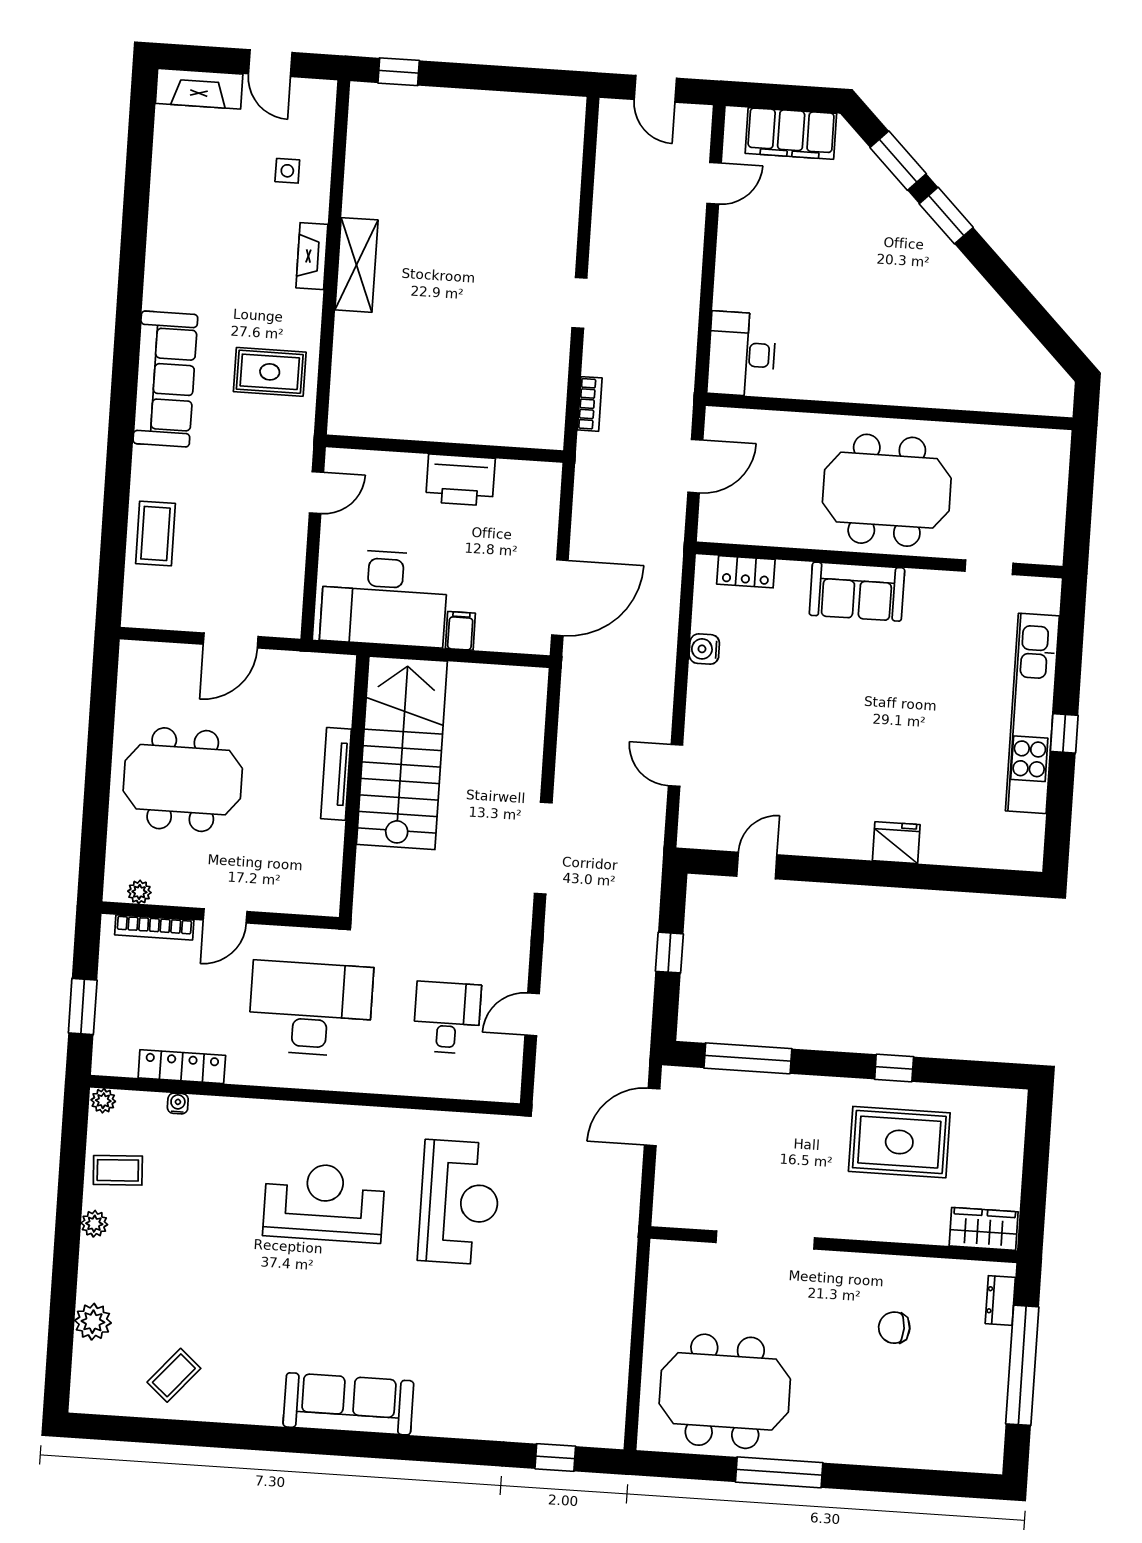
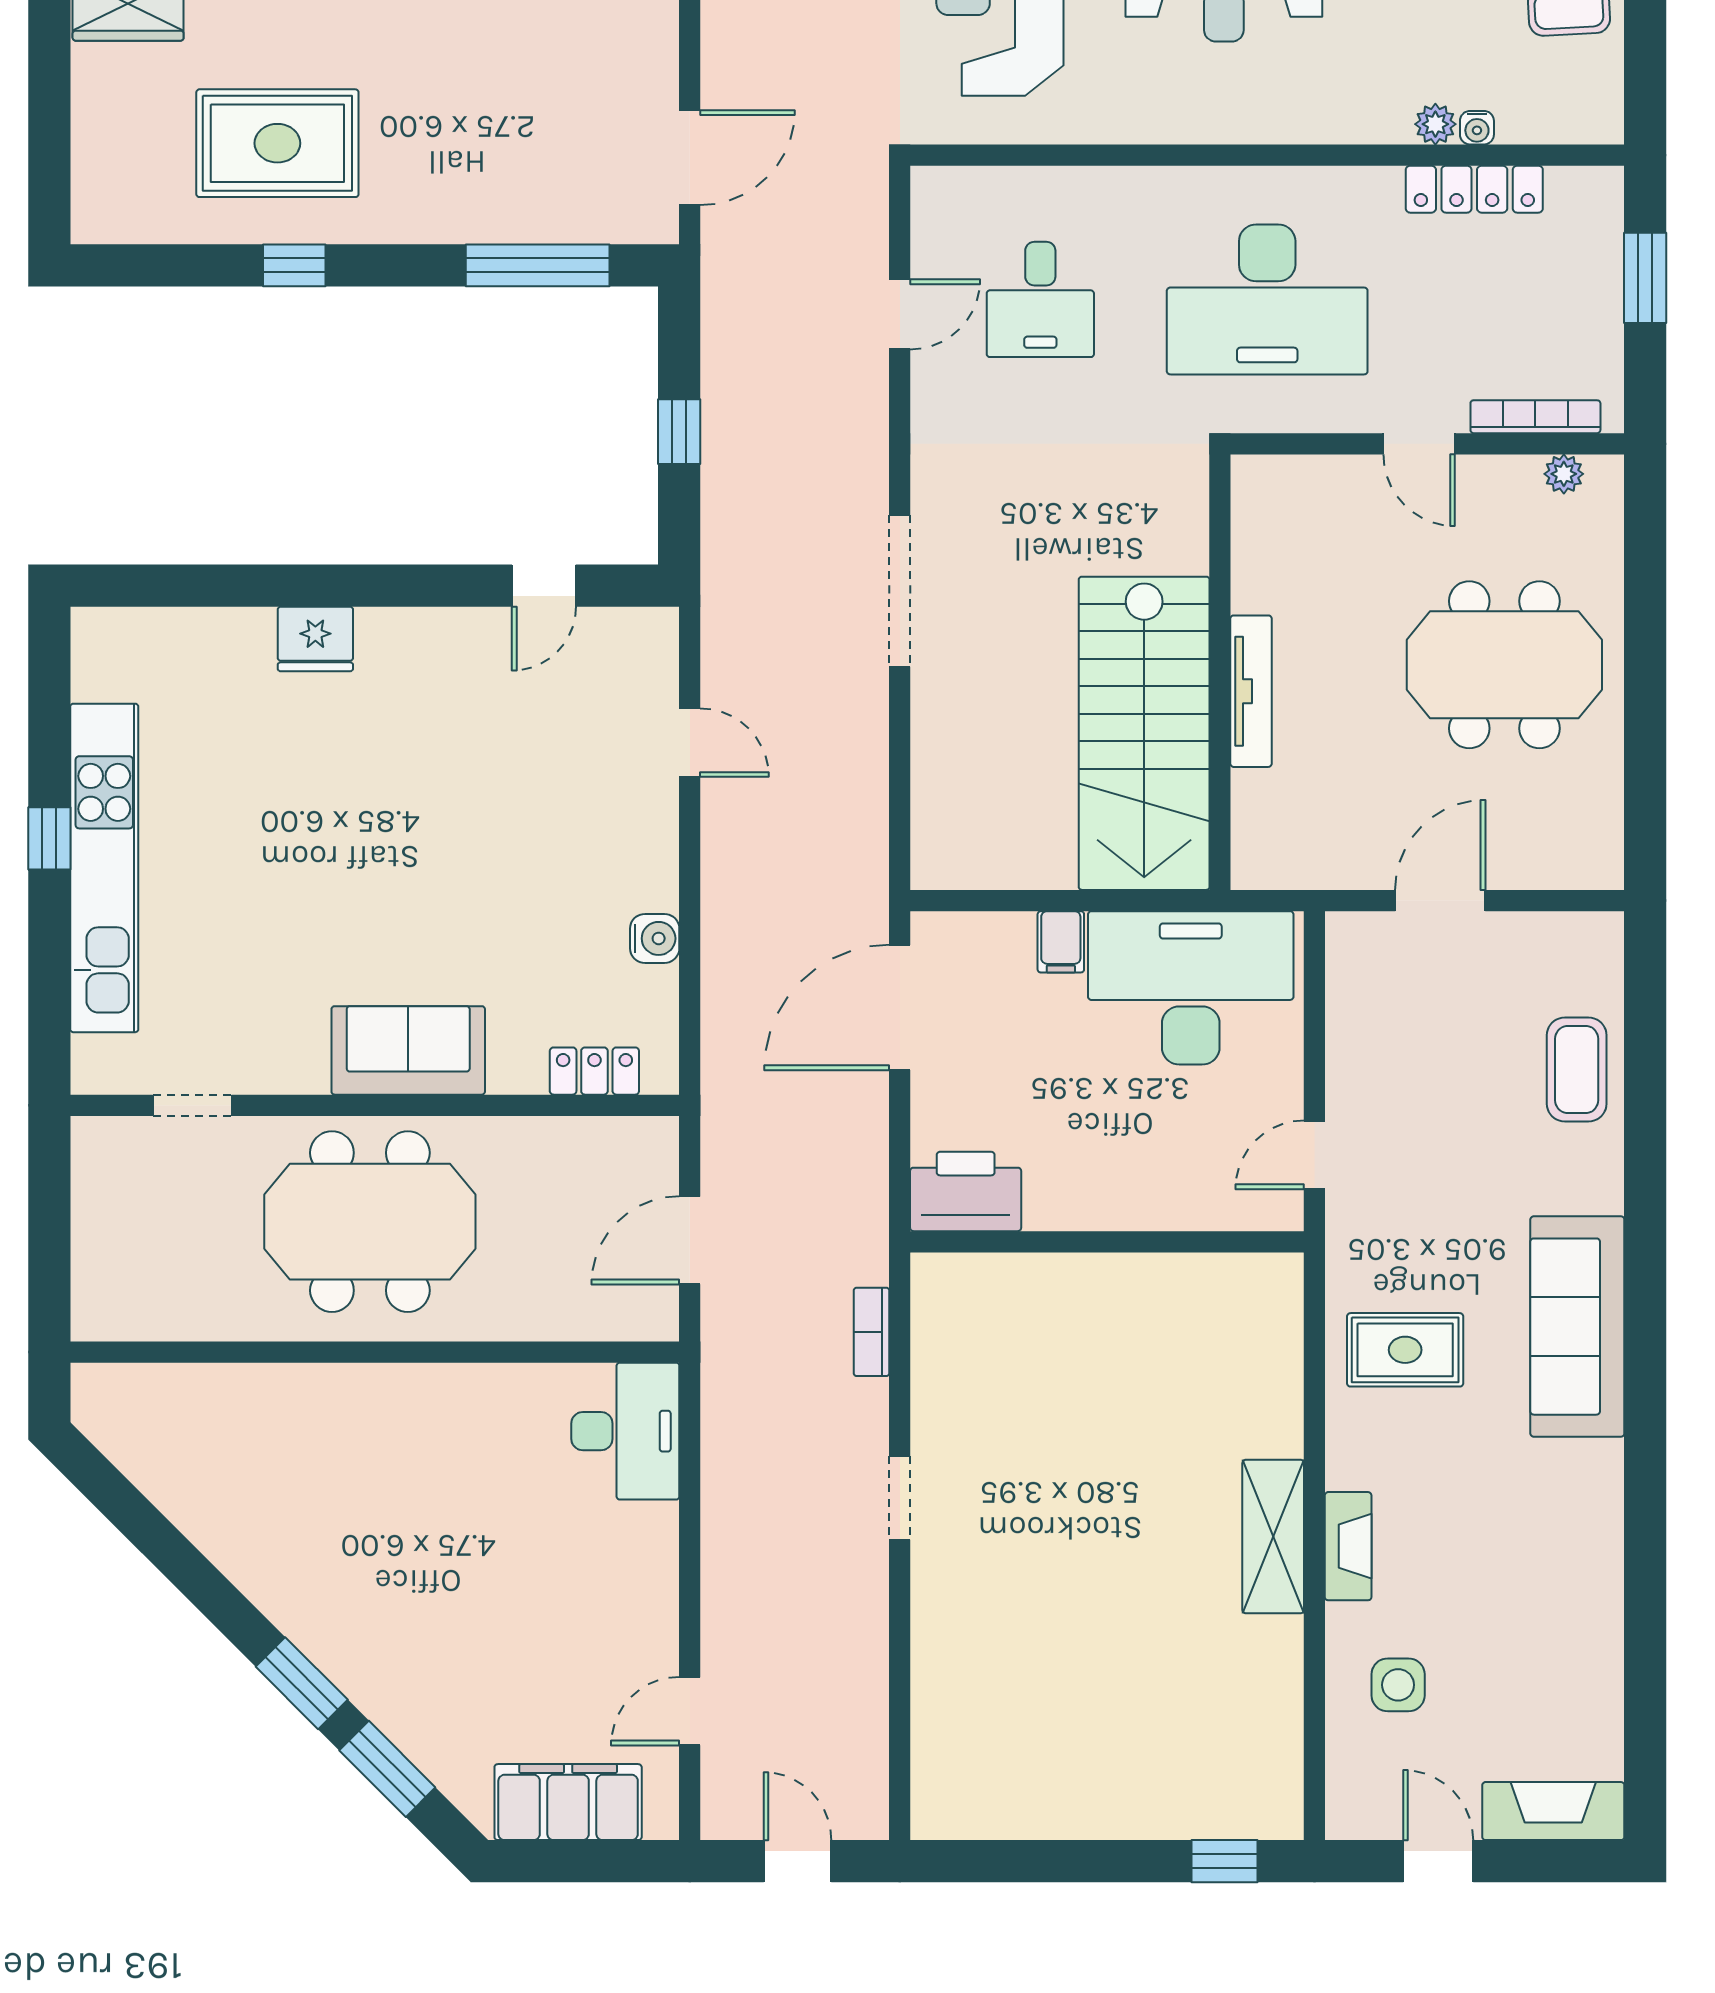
side table: (287, 171) -> (1398, 1685), width x1.37, depth x1.37
printer: (460, 480) -> (966, 1191), moved
door: (225, 916) -> (1419, 444), swing flipped
plant: (103, 1101) -> (1435, 124), moved

